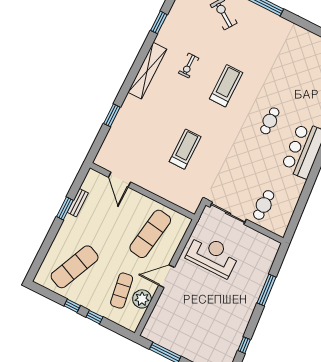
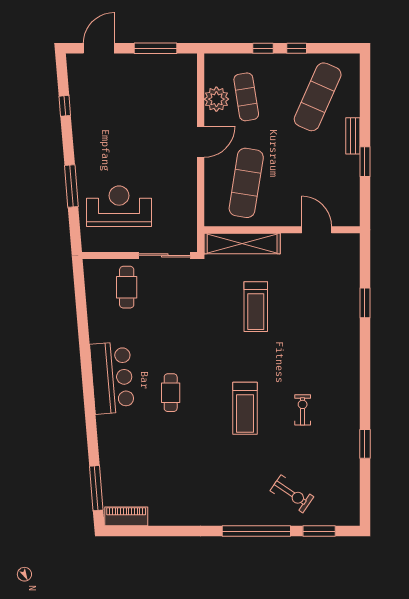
shelving: (147, 71) -> (242, 244), moved, turned 90
bench: (78, 203) -> (353, 136), moved
reception desk: (213, 255) -> (119, 206), moved, turned 180

